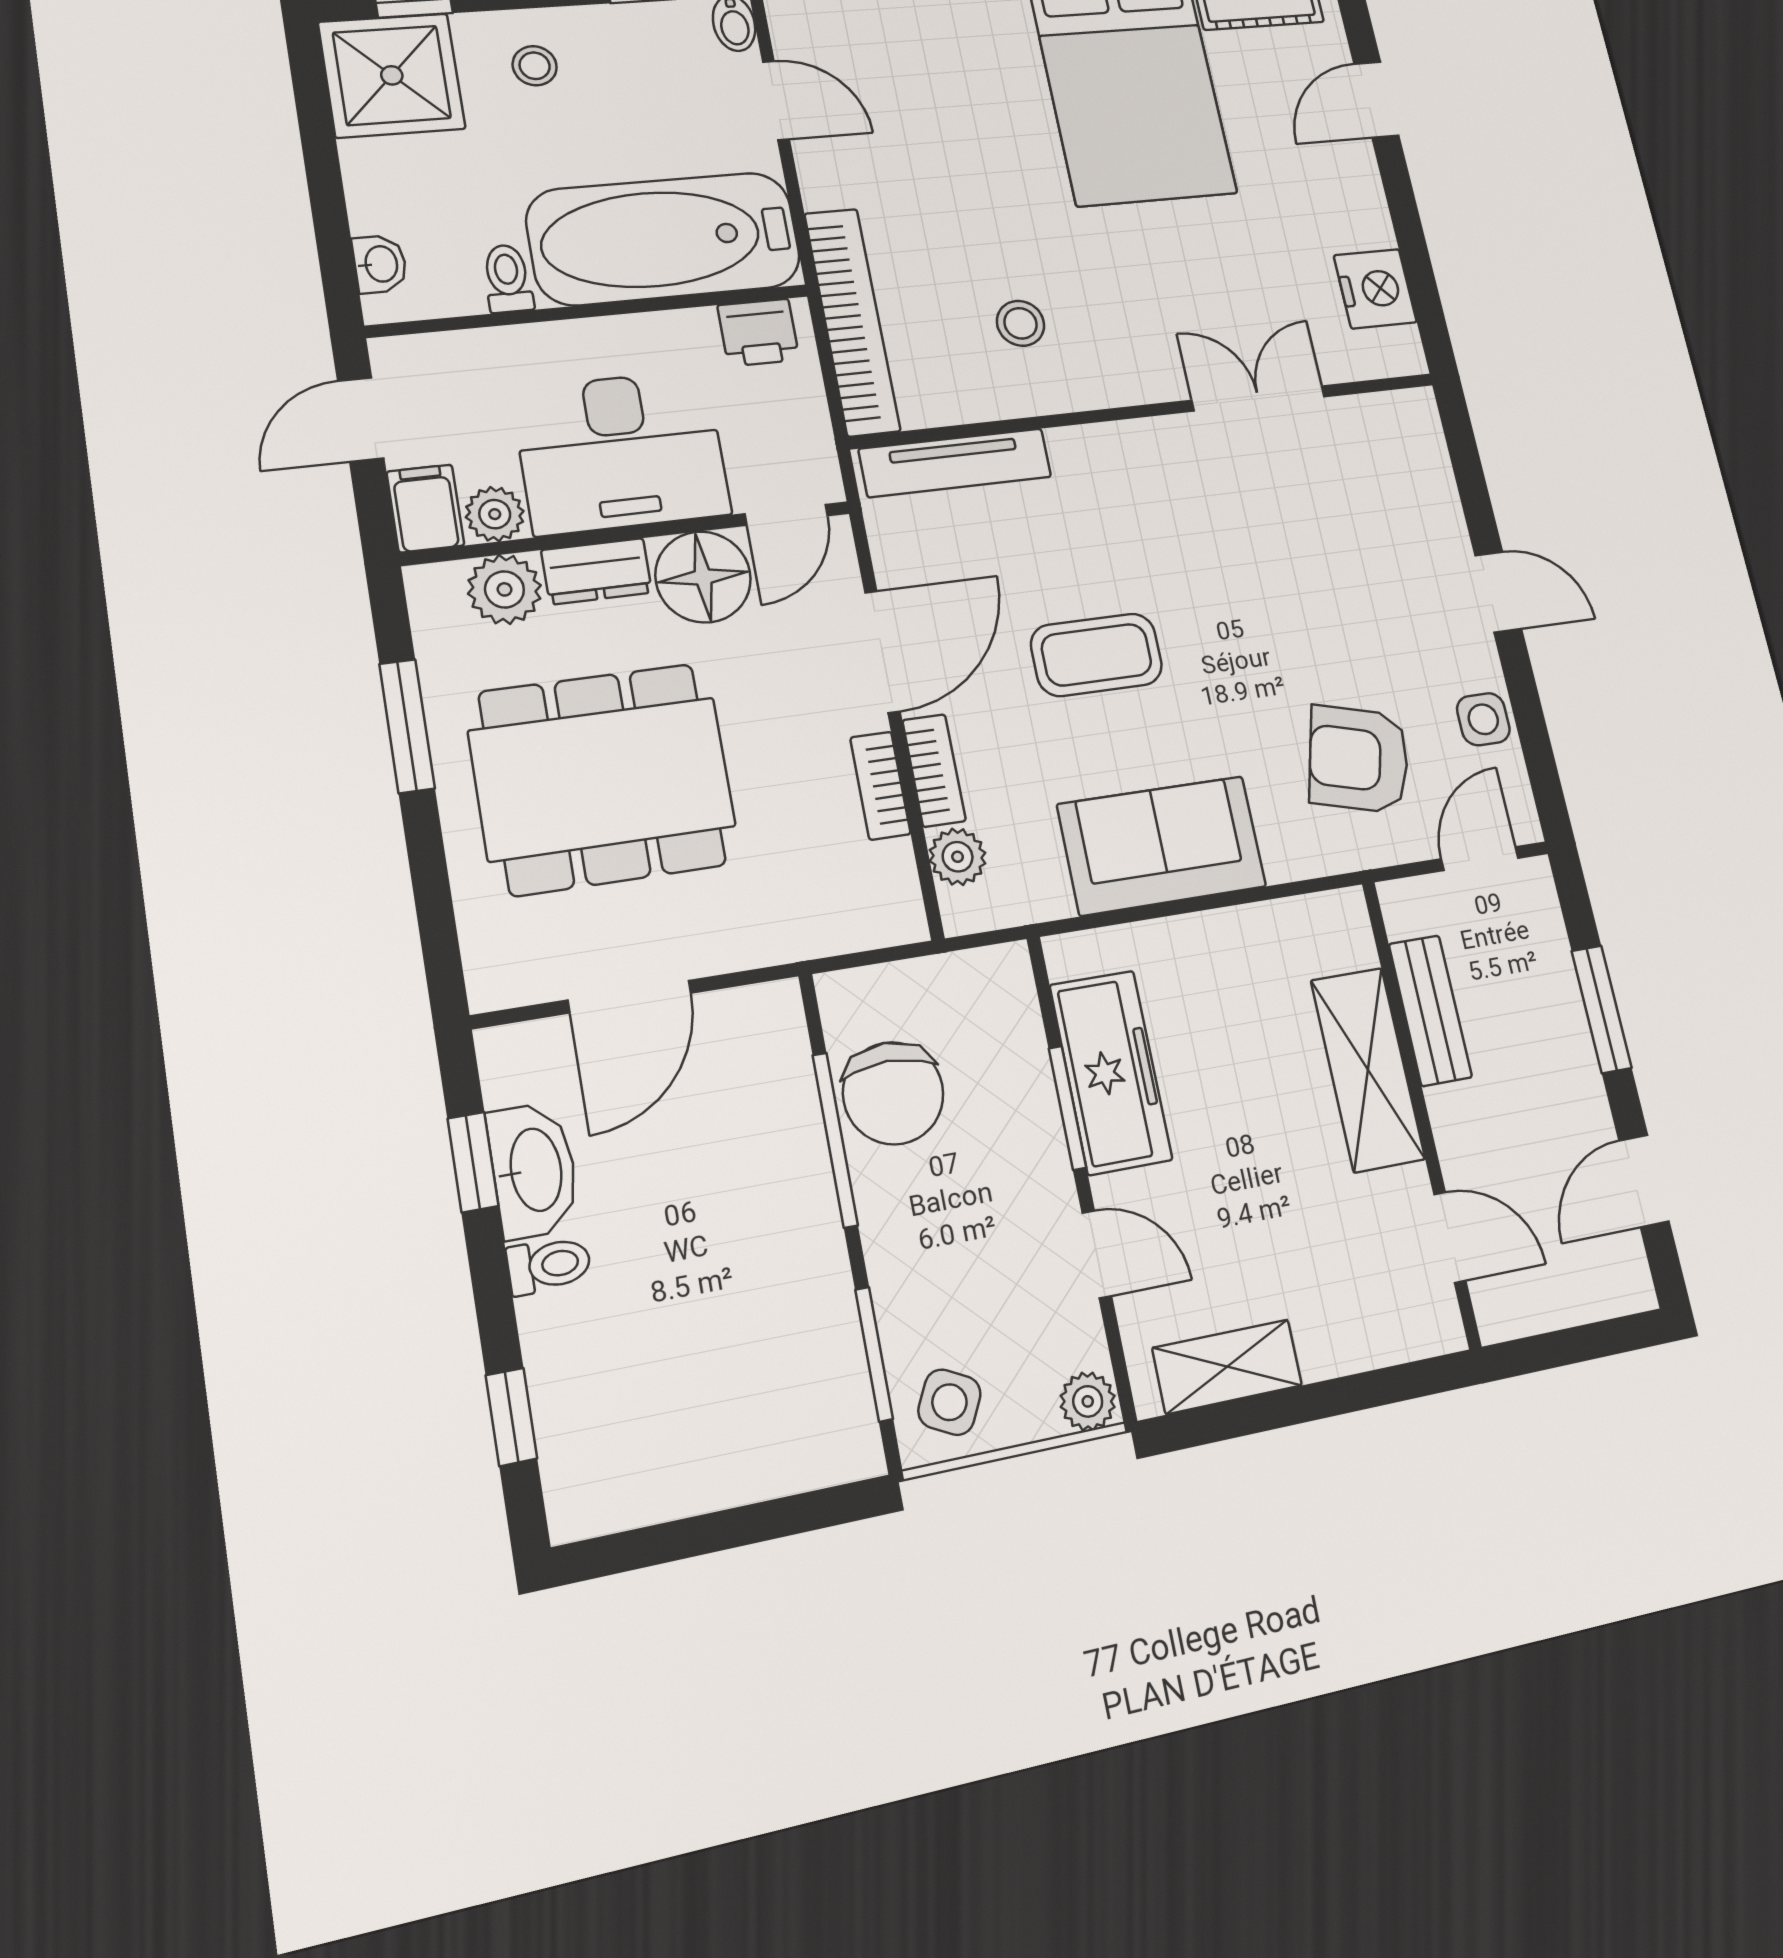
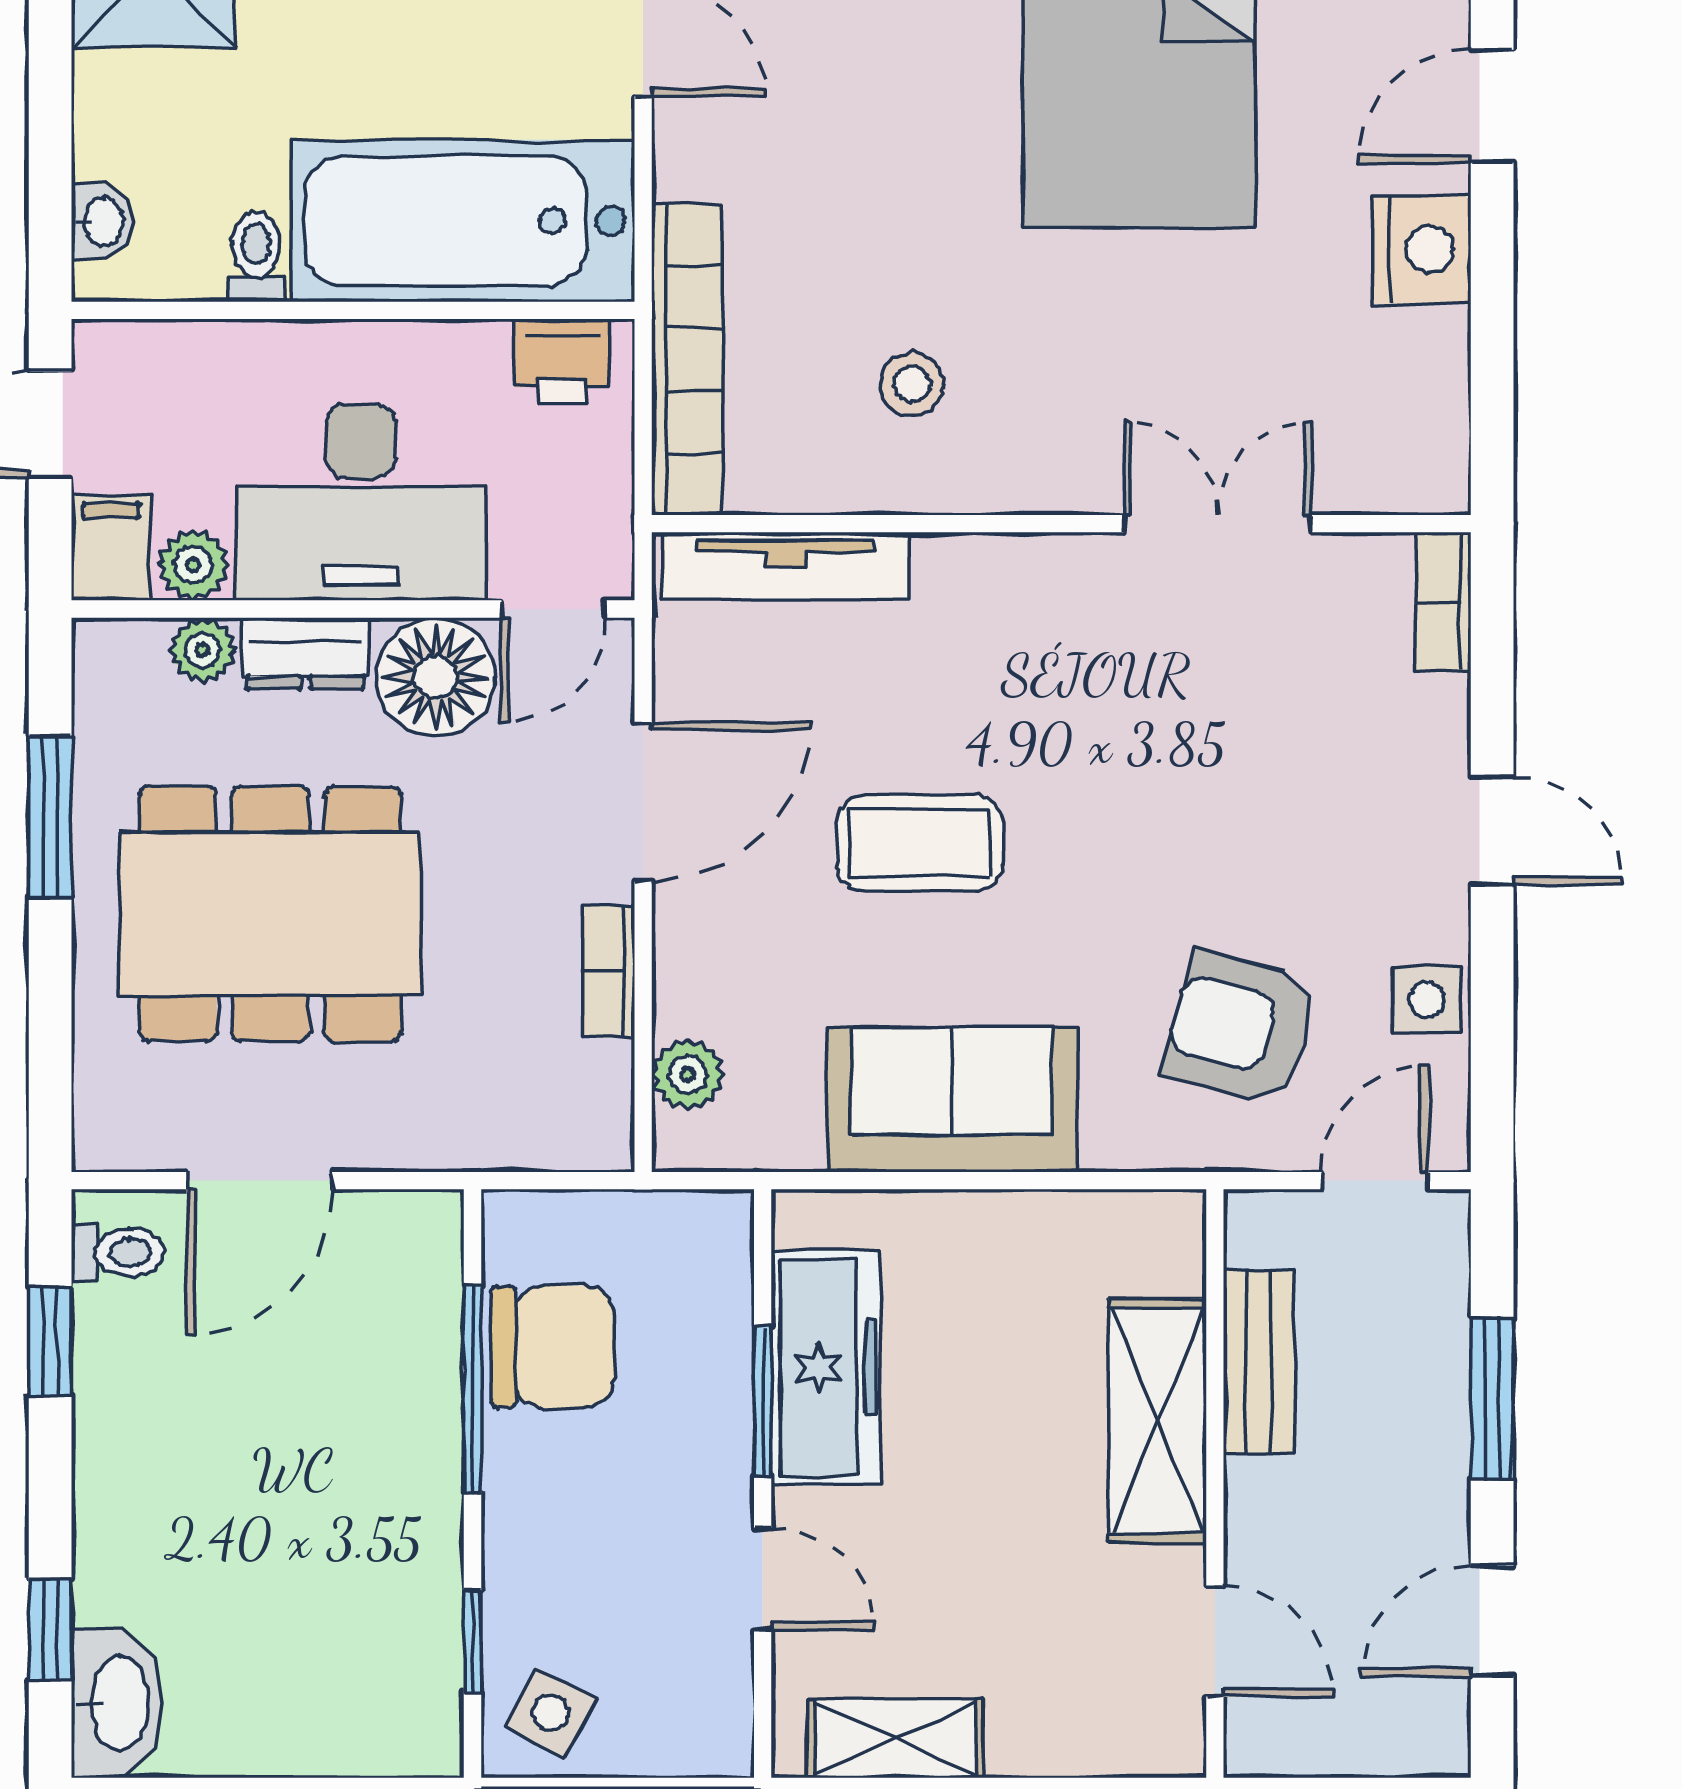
nightstand: (1375, 289) -> (1422, 249), moved
plant: (504, 589) -> (203, 650), width x0.73, depth x0.73
bookcase: (934, 770) -> (1443, 601), moved, turned 180
chair: (893, 1093) -> (553, 1347), turned -90
washbasin: (534, 1170) -> (117, 1703), moved
toilet: (549, 1265) -> (118, 1252), moved
window: (874, 1354) -> (473, 1642), width x0.67
plant: (1088, 1401) -> (716, 1744), removed

